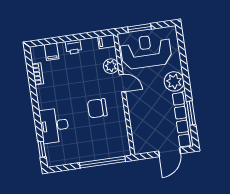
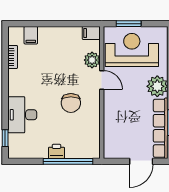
printer: (73, 47) -> (56, 151), moved, turned 180
chair: (97, 108) -> (71, 103), turned -90

